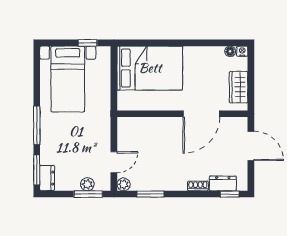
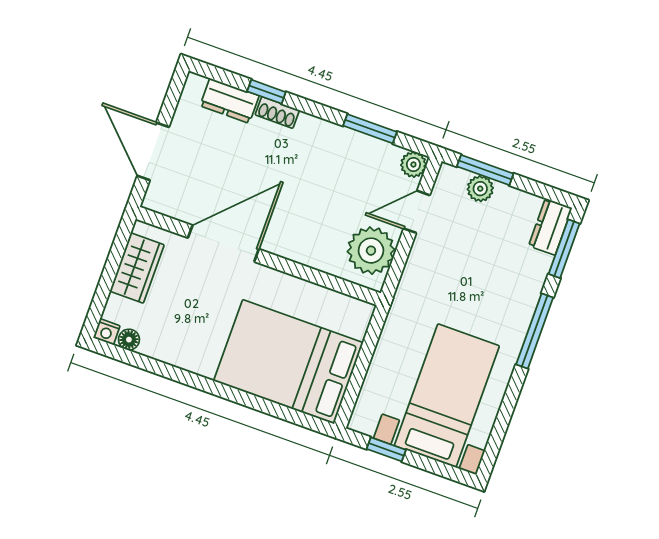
plant: (129, 136) -> (371, 251), added
window: (230, 194) -> (266, 92), moved

